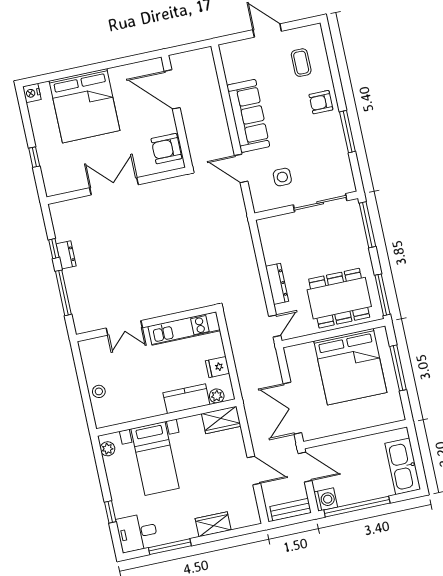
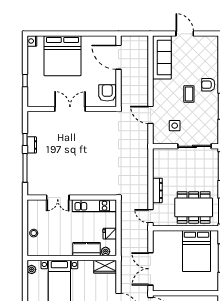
coffee table: (301, 63) -> (189, 94), moved
sofa: (248, 116) -> (162, 57), moved
armchair: (166, 149) -> (107, 93), turned 90
door: (275, 326) -> (150, 216), swing flipped
bed: (350, 367) -> (197, 251), width x0.73

